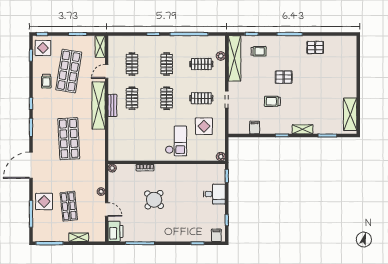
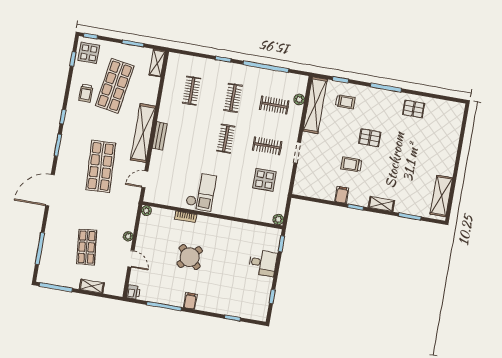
door: (107, 71) -> (145, 179), moved
clothes rail: (132, 98) -> (184, 131), removed
filing cabinet: (255, 127) -> (342, 195), moved
checkout: (176, 141) -> (201, 192), moved
display table: (44, 201) -> (58, 236), removed
printer: (115, 231) -> (133, 292), width x0.53, depth x0.68
filing cabinet: (216, 235) -> (190, 301), moved

